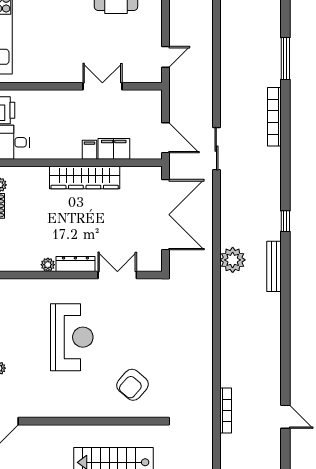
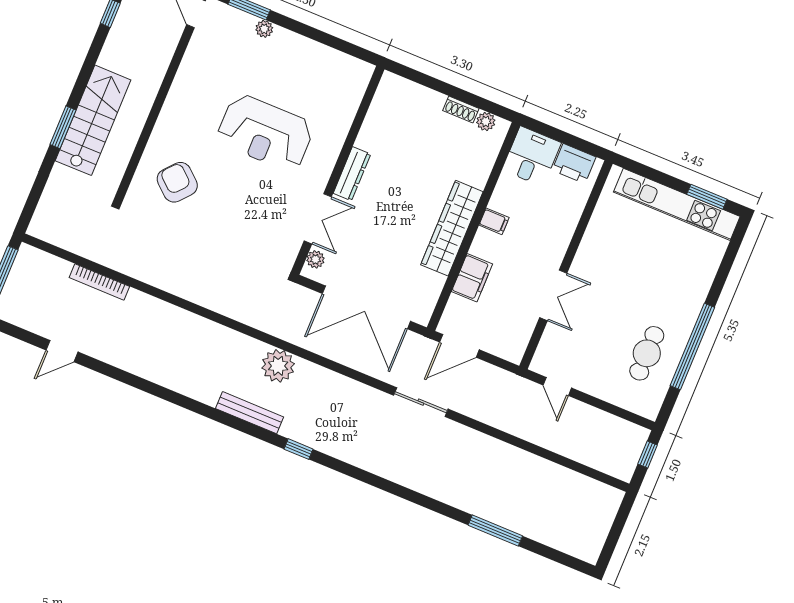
bookcase: (274, 117) -> (430, 488), removed
filing cabinet: (89, 150) -> (494, 221), moved
plant: (48, 265) -> (315, 259), moved

